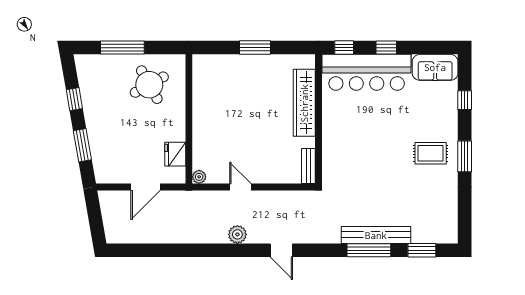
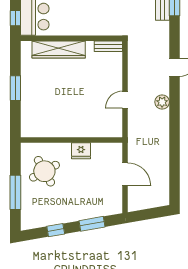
fridge: (175, 154) -> (81, 151), moved
plant: (199, 177) -> (117, 132), removed

